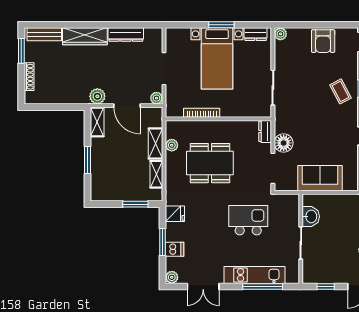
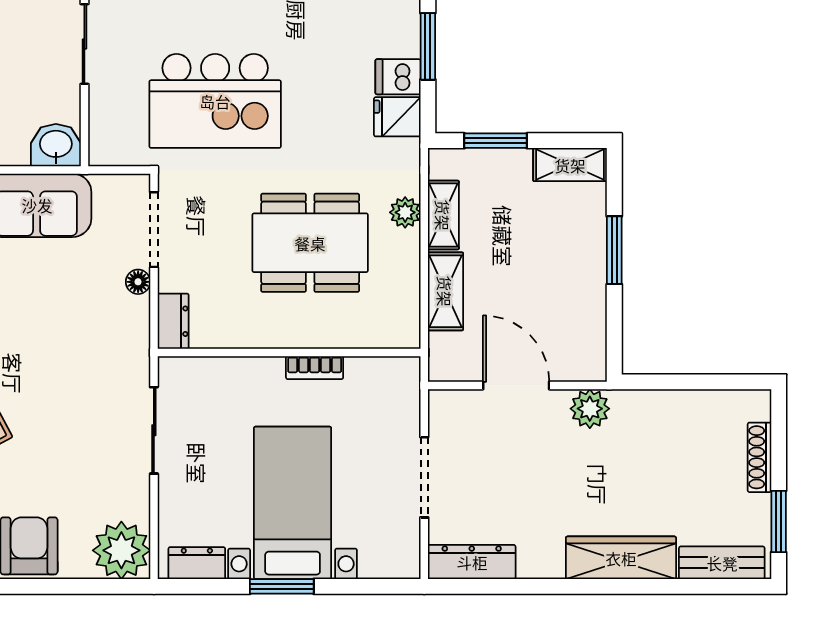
plant: (280, 34) -> (121, 550), width x1.88, depth x1.88
dresser: (126, 35) -> (472, 562), moved
plant: (156, 98) -> (443, 404), removed
bookcase: (202, 113) -> (315, 368), width x0.64
shelving: (97, 122) -> (570, 165), moved, turned 90
floor lamp: (284, 143) -> (138, 282), width x0.53, depth x0.53
plant: (172, 145) -> (405, 212), moved
washbasin: (311, 216) -> (56, 145), moved, turned 90
kitchen island: (248, 220) -> (215, 101), width x1.37, depth x1.28
dishwasher: (175, 249) -> (398, 77), moved

